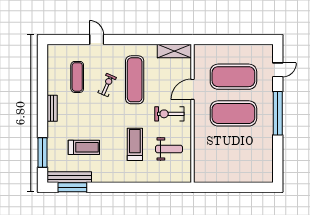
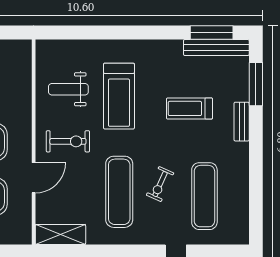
exercise mat: (77, 77) -> (204, 196), width x1.36, depth x1.45
bench: (52, 108) -> (242, 122), moved
treadmill: (135, 144) -> (119, 96), width x1.37, depth x1.38
treadmill: (84, 147) -> (189, 108), moved

